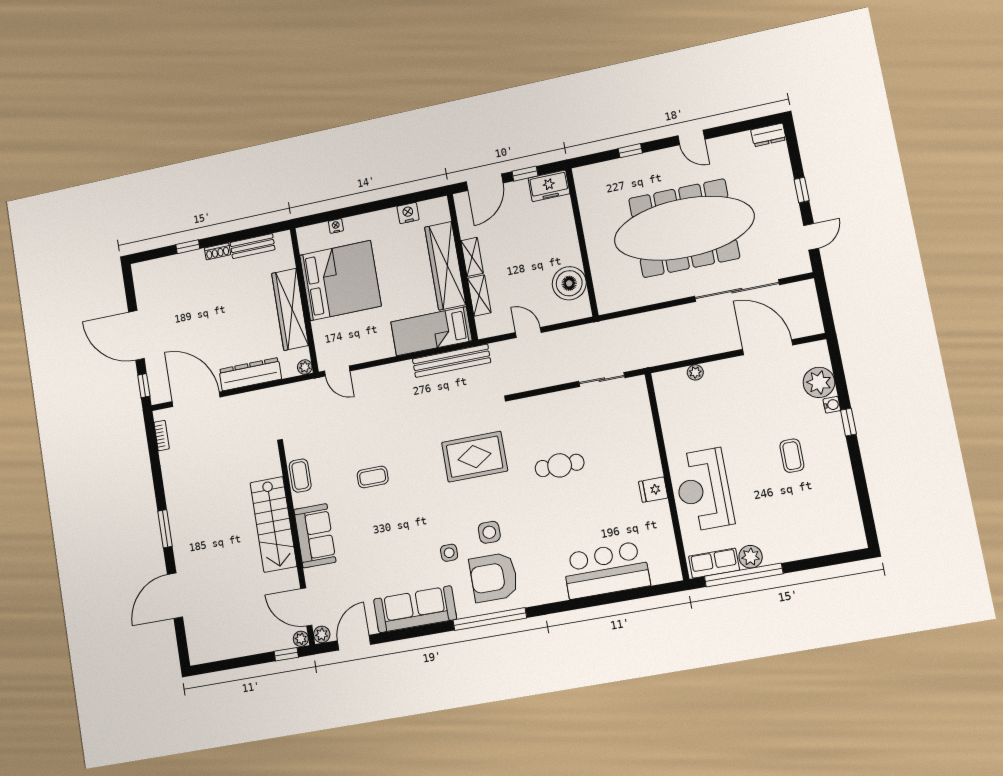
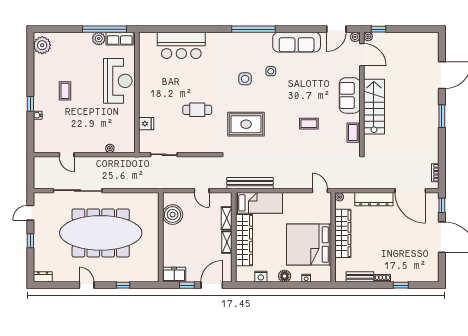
floor lamp: (371, 222) -> (285, 276), added
door: (768, 347) -> (67, 155), width x0.53
plant: (819, 382) -> (42, 45), moved
fridge: (653, 490) -> (146, 124), moved
armchair: (494, 577) -> (247, 53), removed

